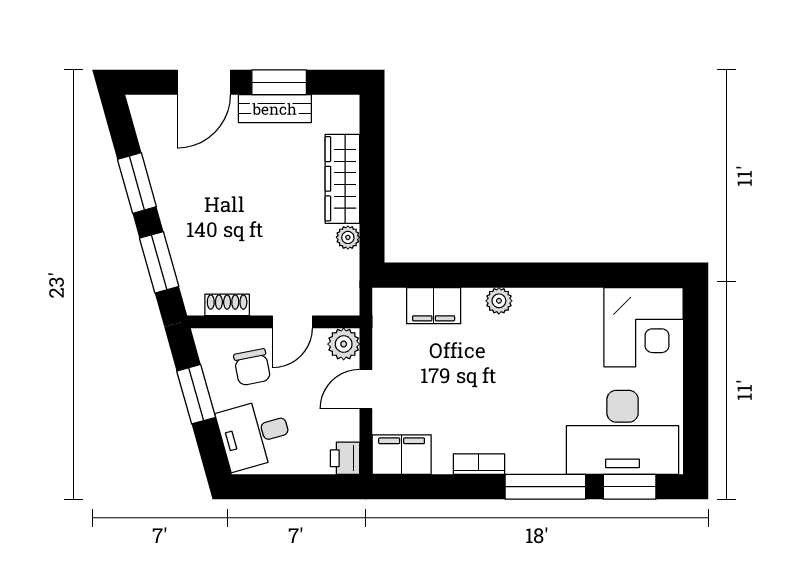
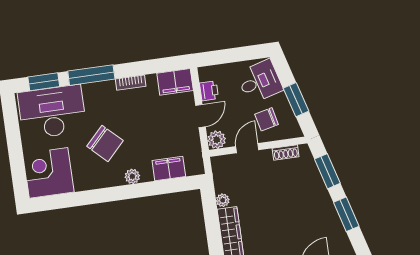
chair: (538, 365) -> (105, 143), added
chair: (252, 367) -> (267, 119), turned -92
printer: (345, 458) -> (209, 91), moved

